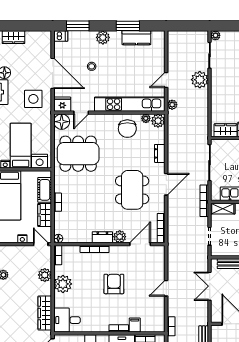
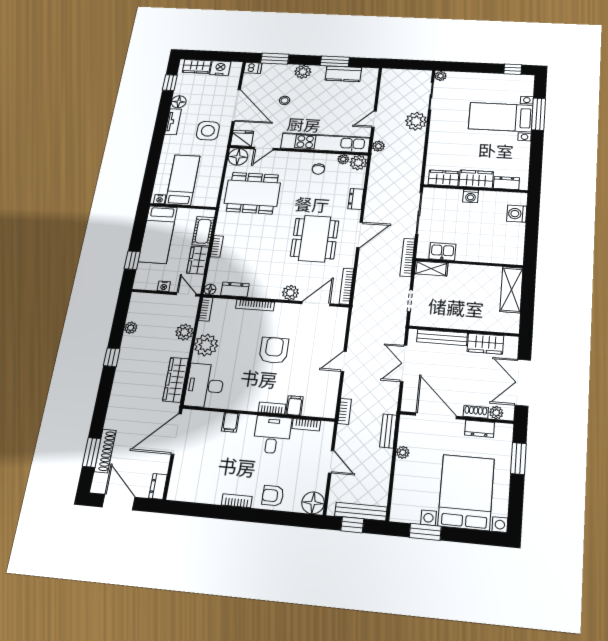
chair: (127, 129) -> (318, 169), width x0.54, depth x0.54
nightstand: (40, 161) -> (220, 68), moved, turned 180
dresser: (102, 237) -> (235, 289), moved
desk: (67, 320) -> (205, 386), width x1.37

